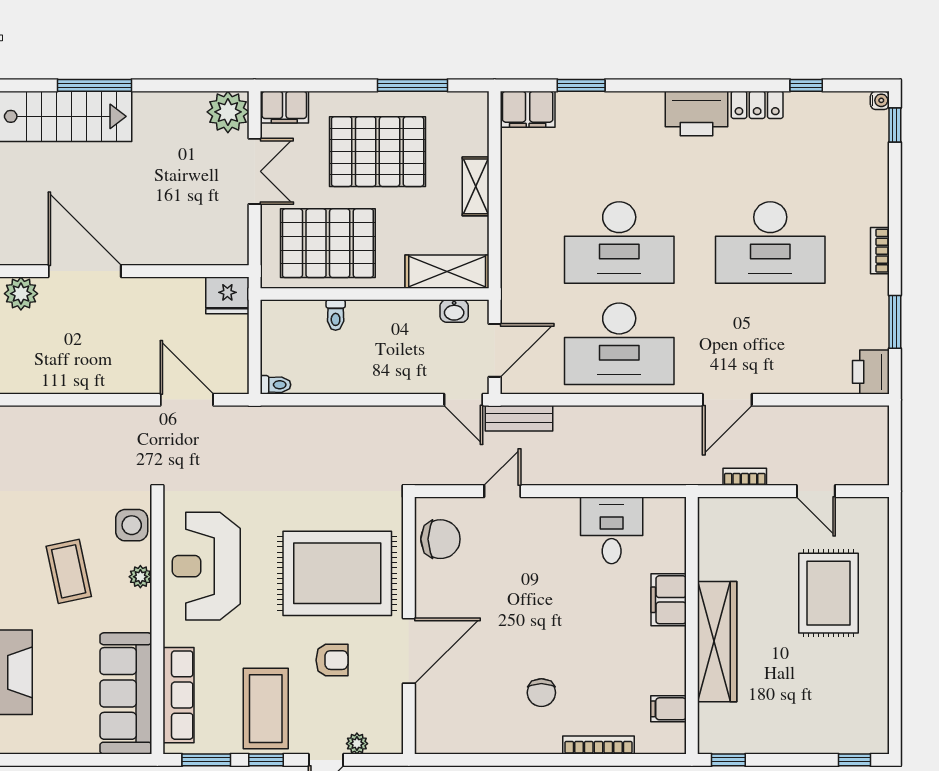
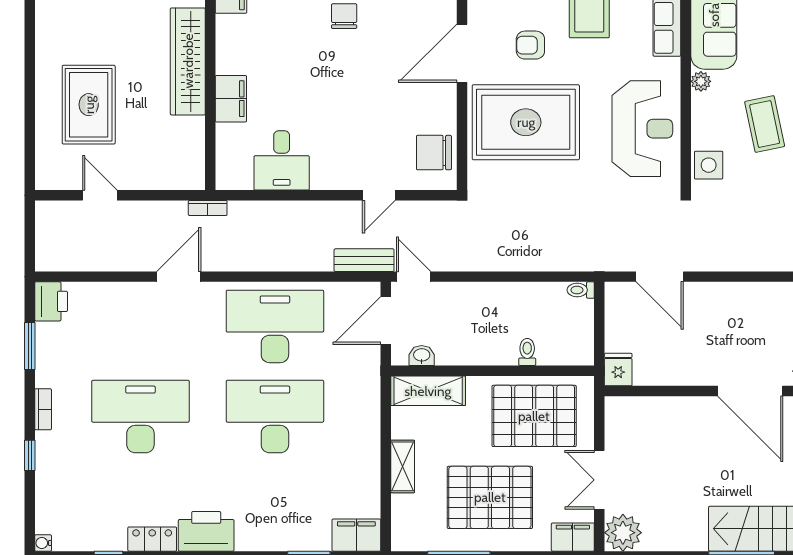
window: (895, 125) -> (30, 455), moved
fridge: (227, 295) -> (618, 370), width x0.72
bookcase: (745, 477) -> (208, 208), moved
plant: (140, 577) -> (701, 81), moved

